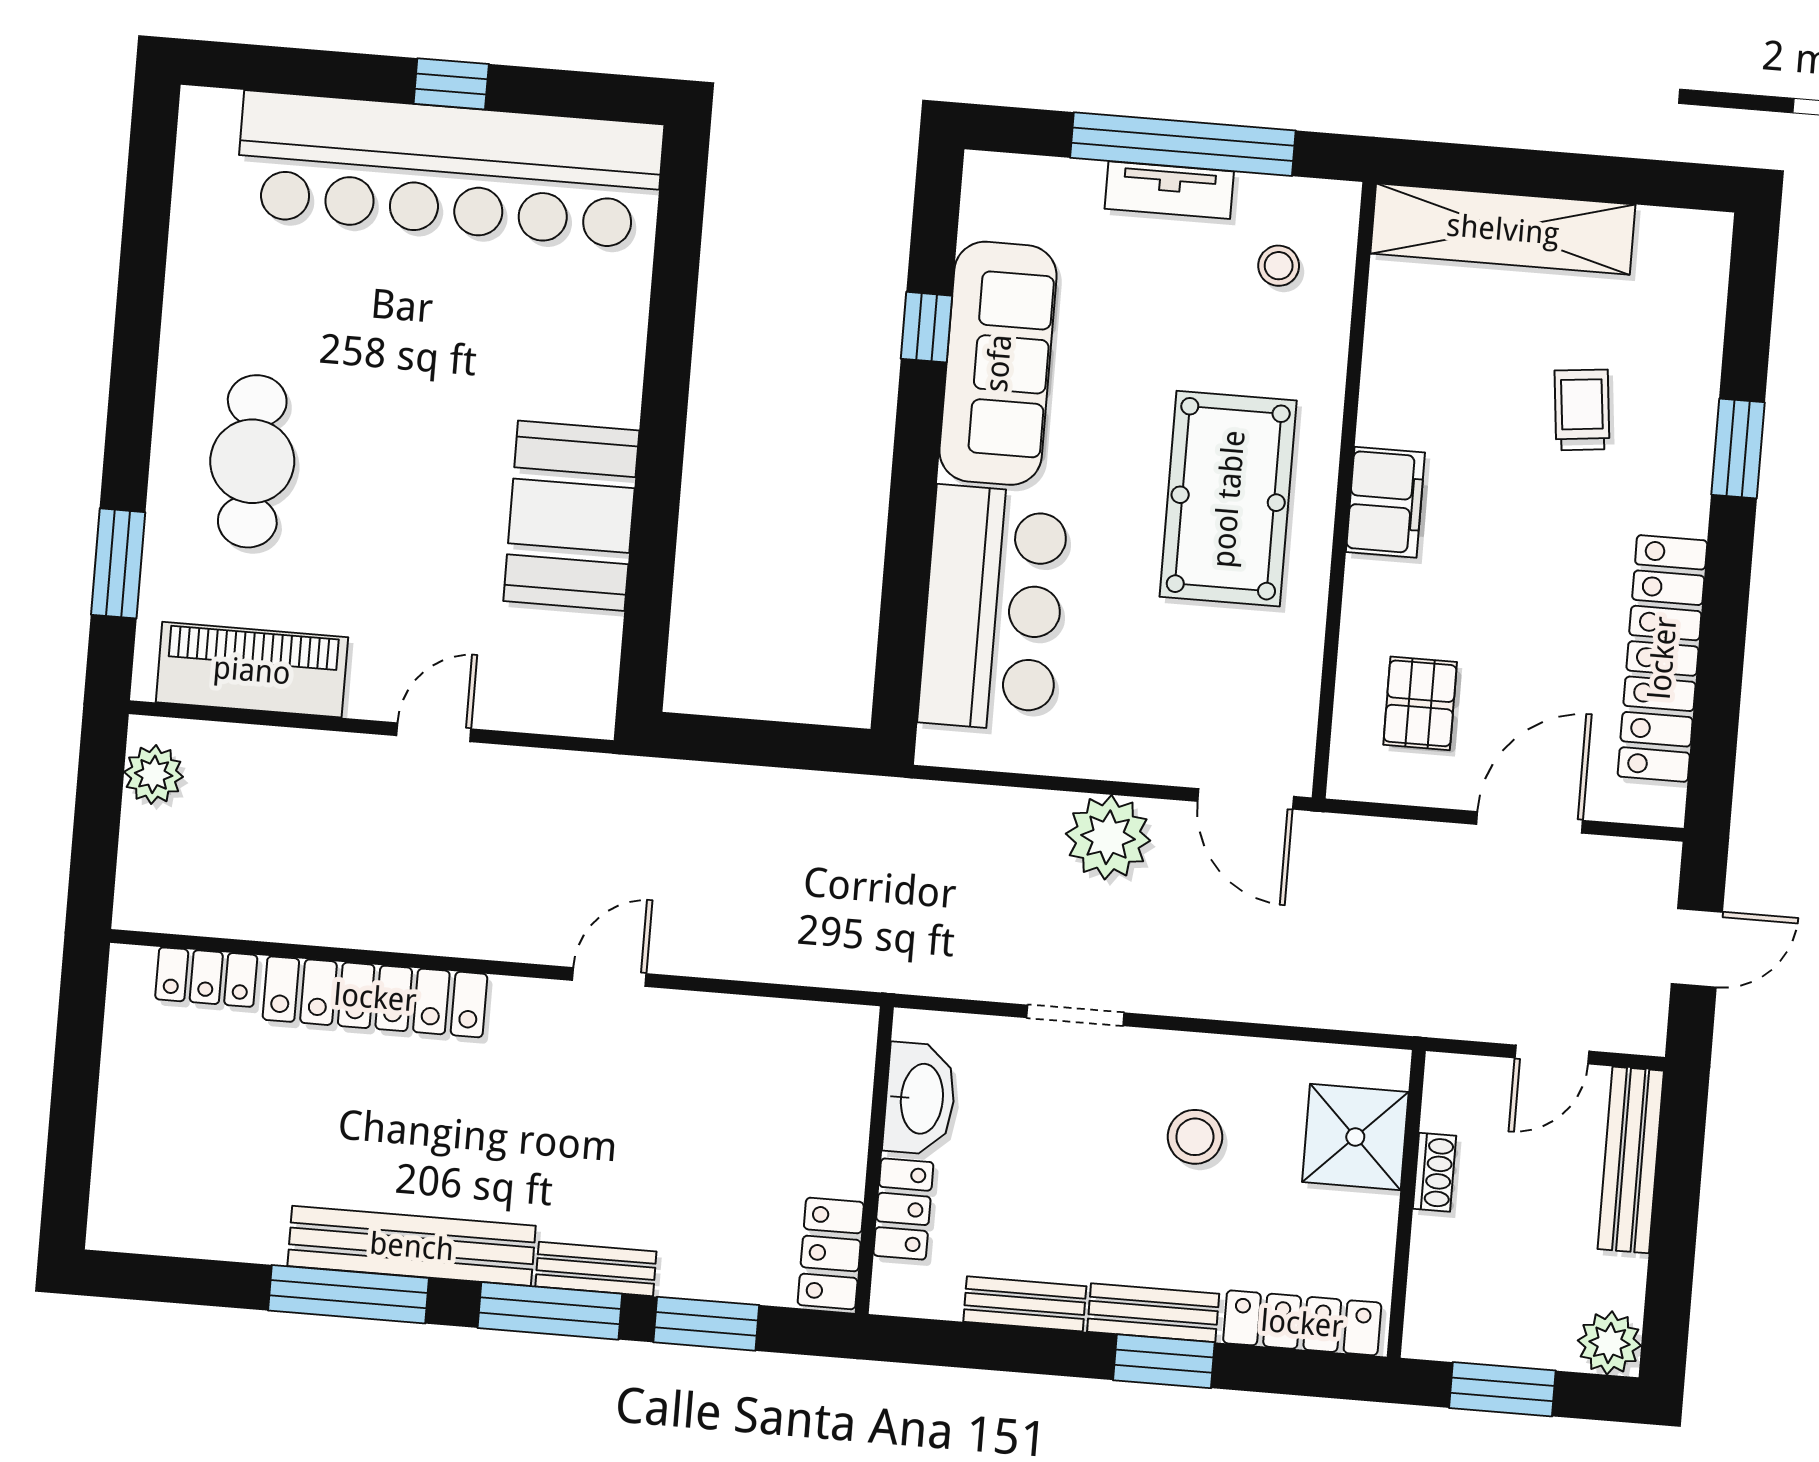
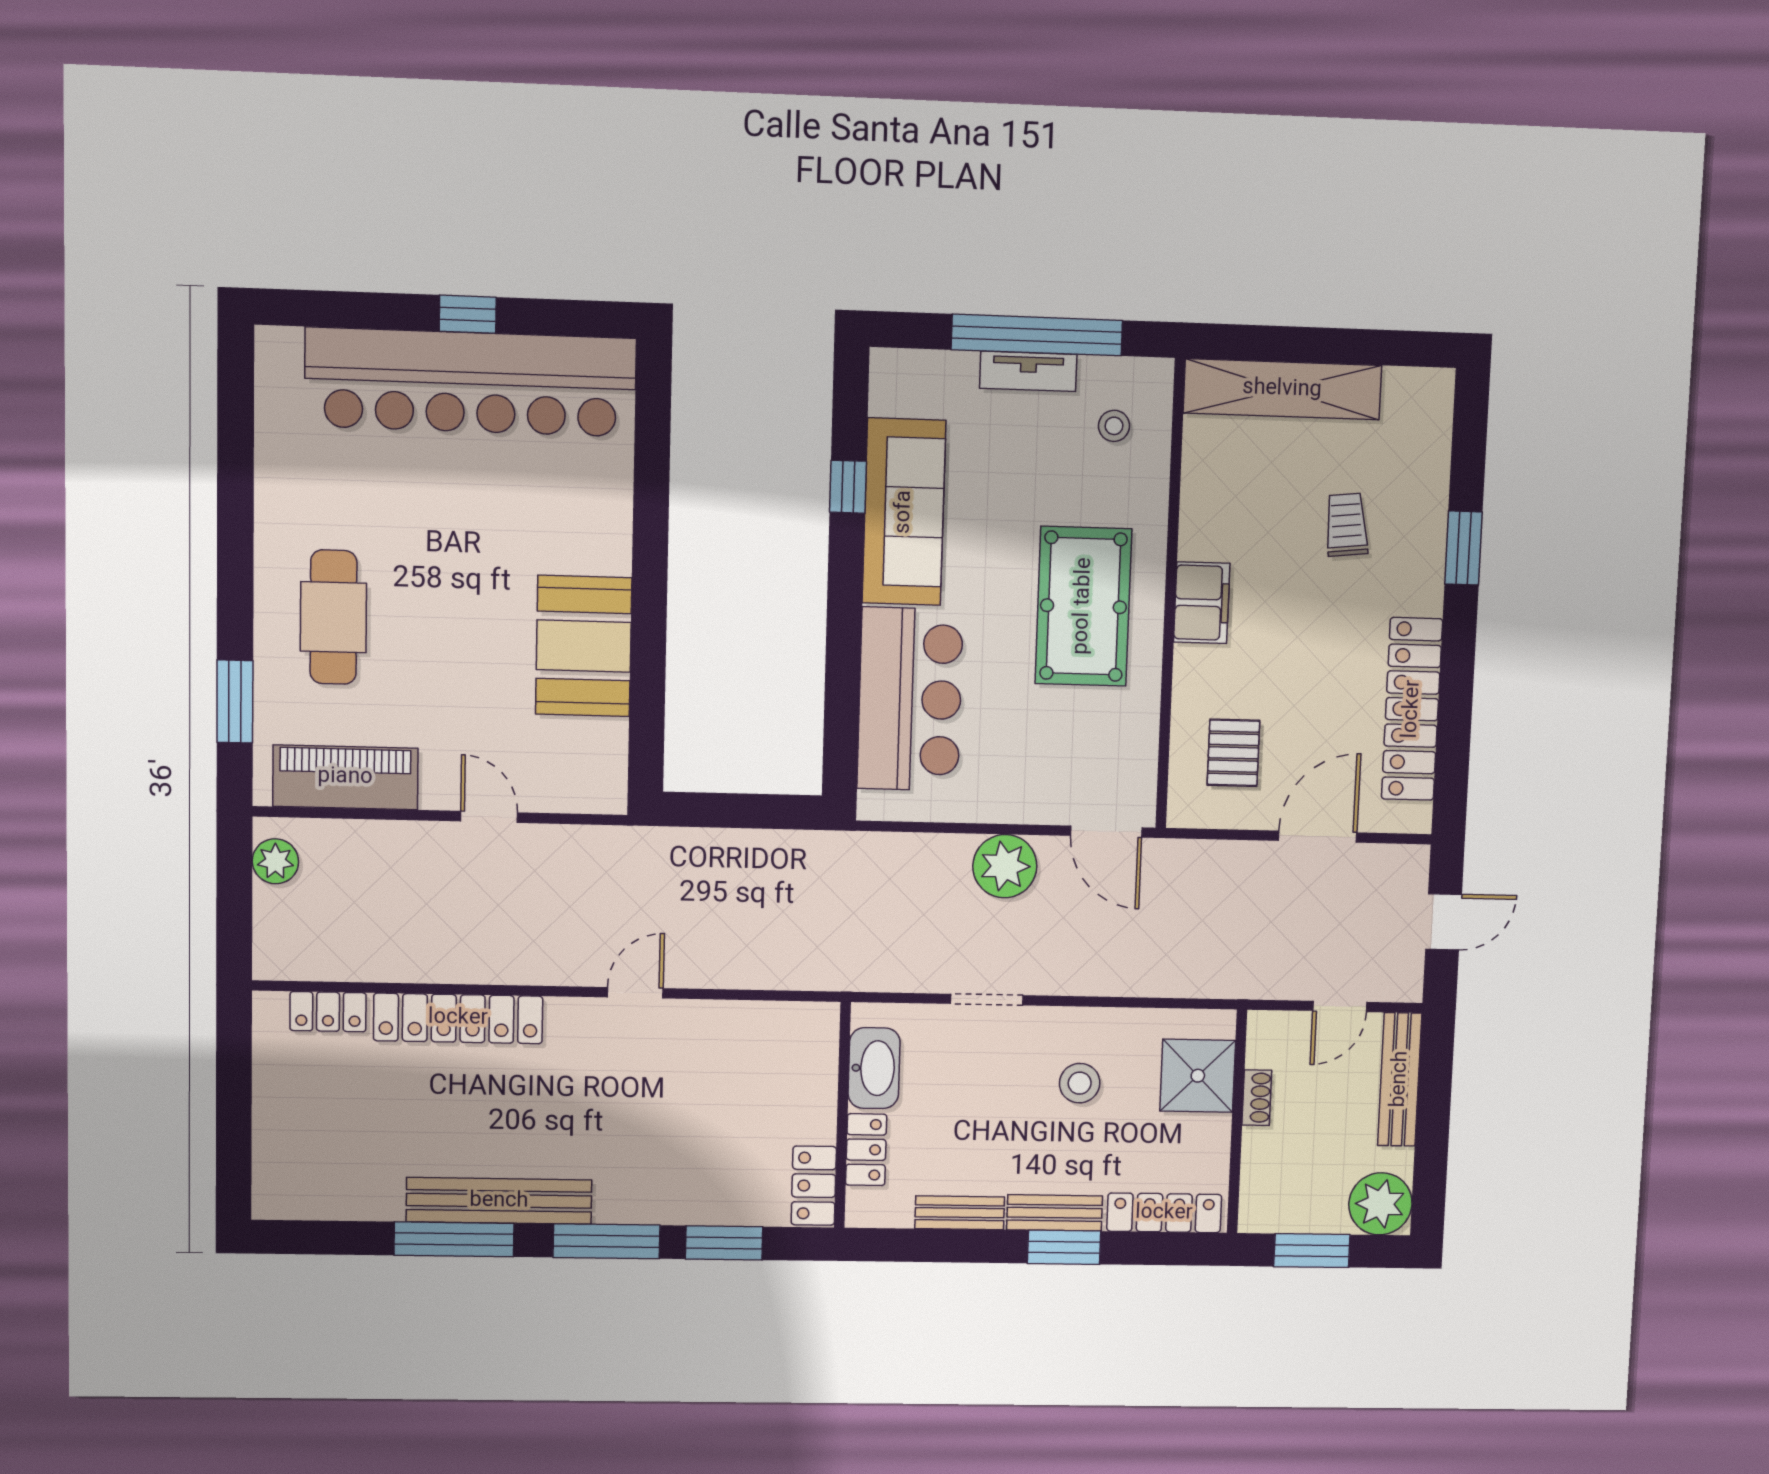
door: (434, 732) -> (489, 817), hinge flipped
bench: (596, 1269) -> (639, 1209), removed
plant: (1609, 1343) -> (1380, 1204), width x1.36, depth x1.36

